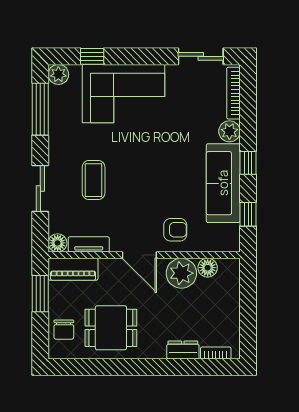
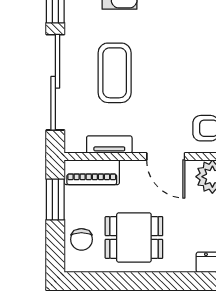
coffee table: (94, 180) -> (115, 73), width x1.36, depth x1.32
sliding door: (40, 188) -> (55, 82), width x1.86
floor lamp: (58, 243) -> (74, 143), removed

